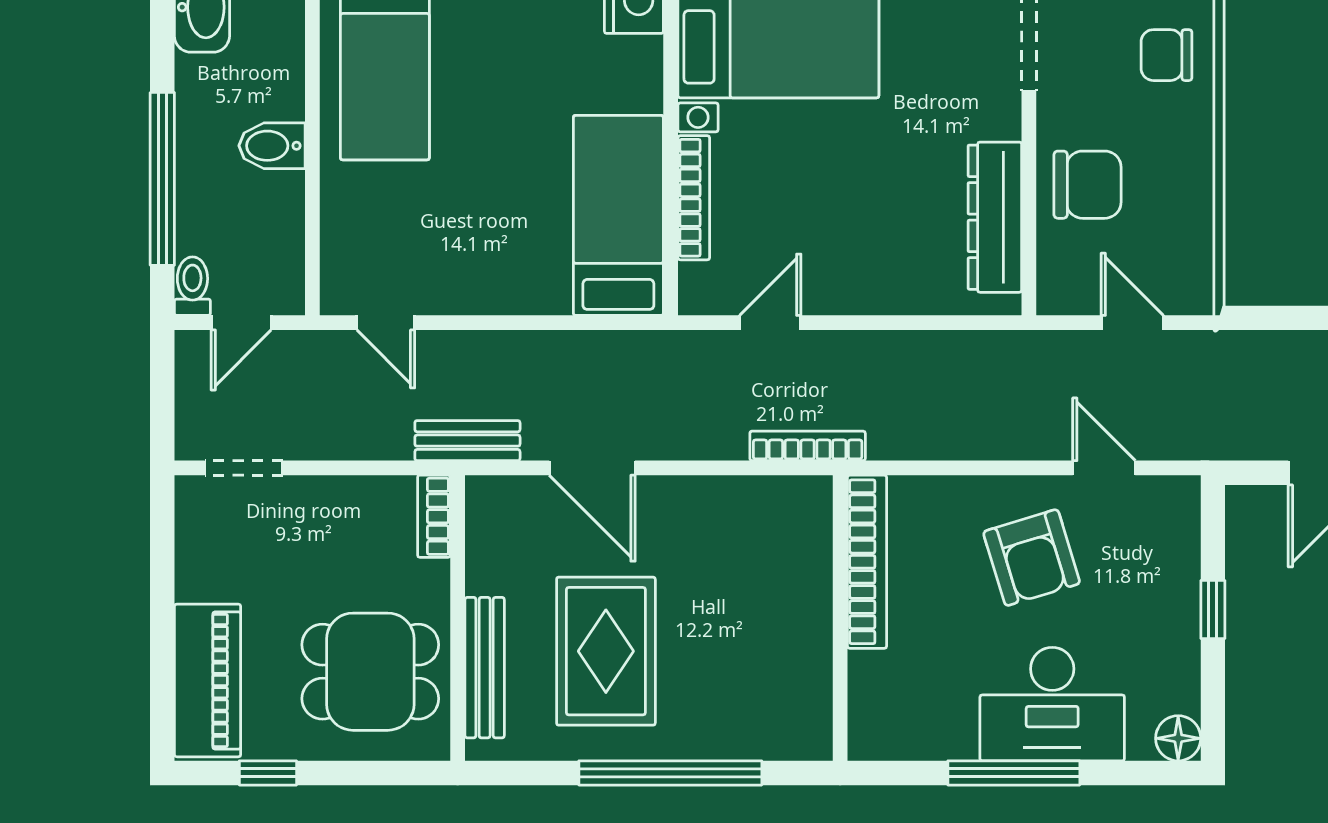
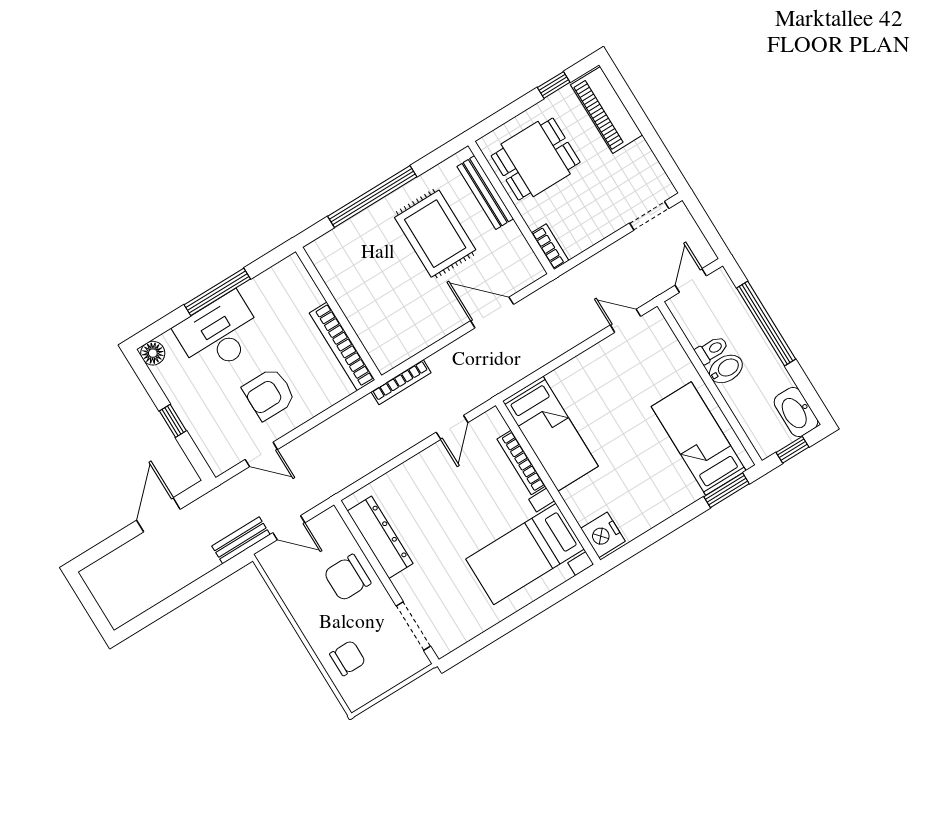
toilet: (192, 286) -> (712, 350), moved, turned -90
bench: (467, 441) -> (241, 540), moved
armchair: (1032, 558) -> (269, 394), turned -73

